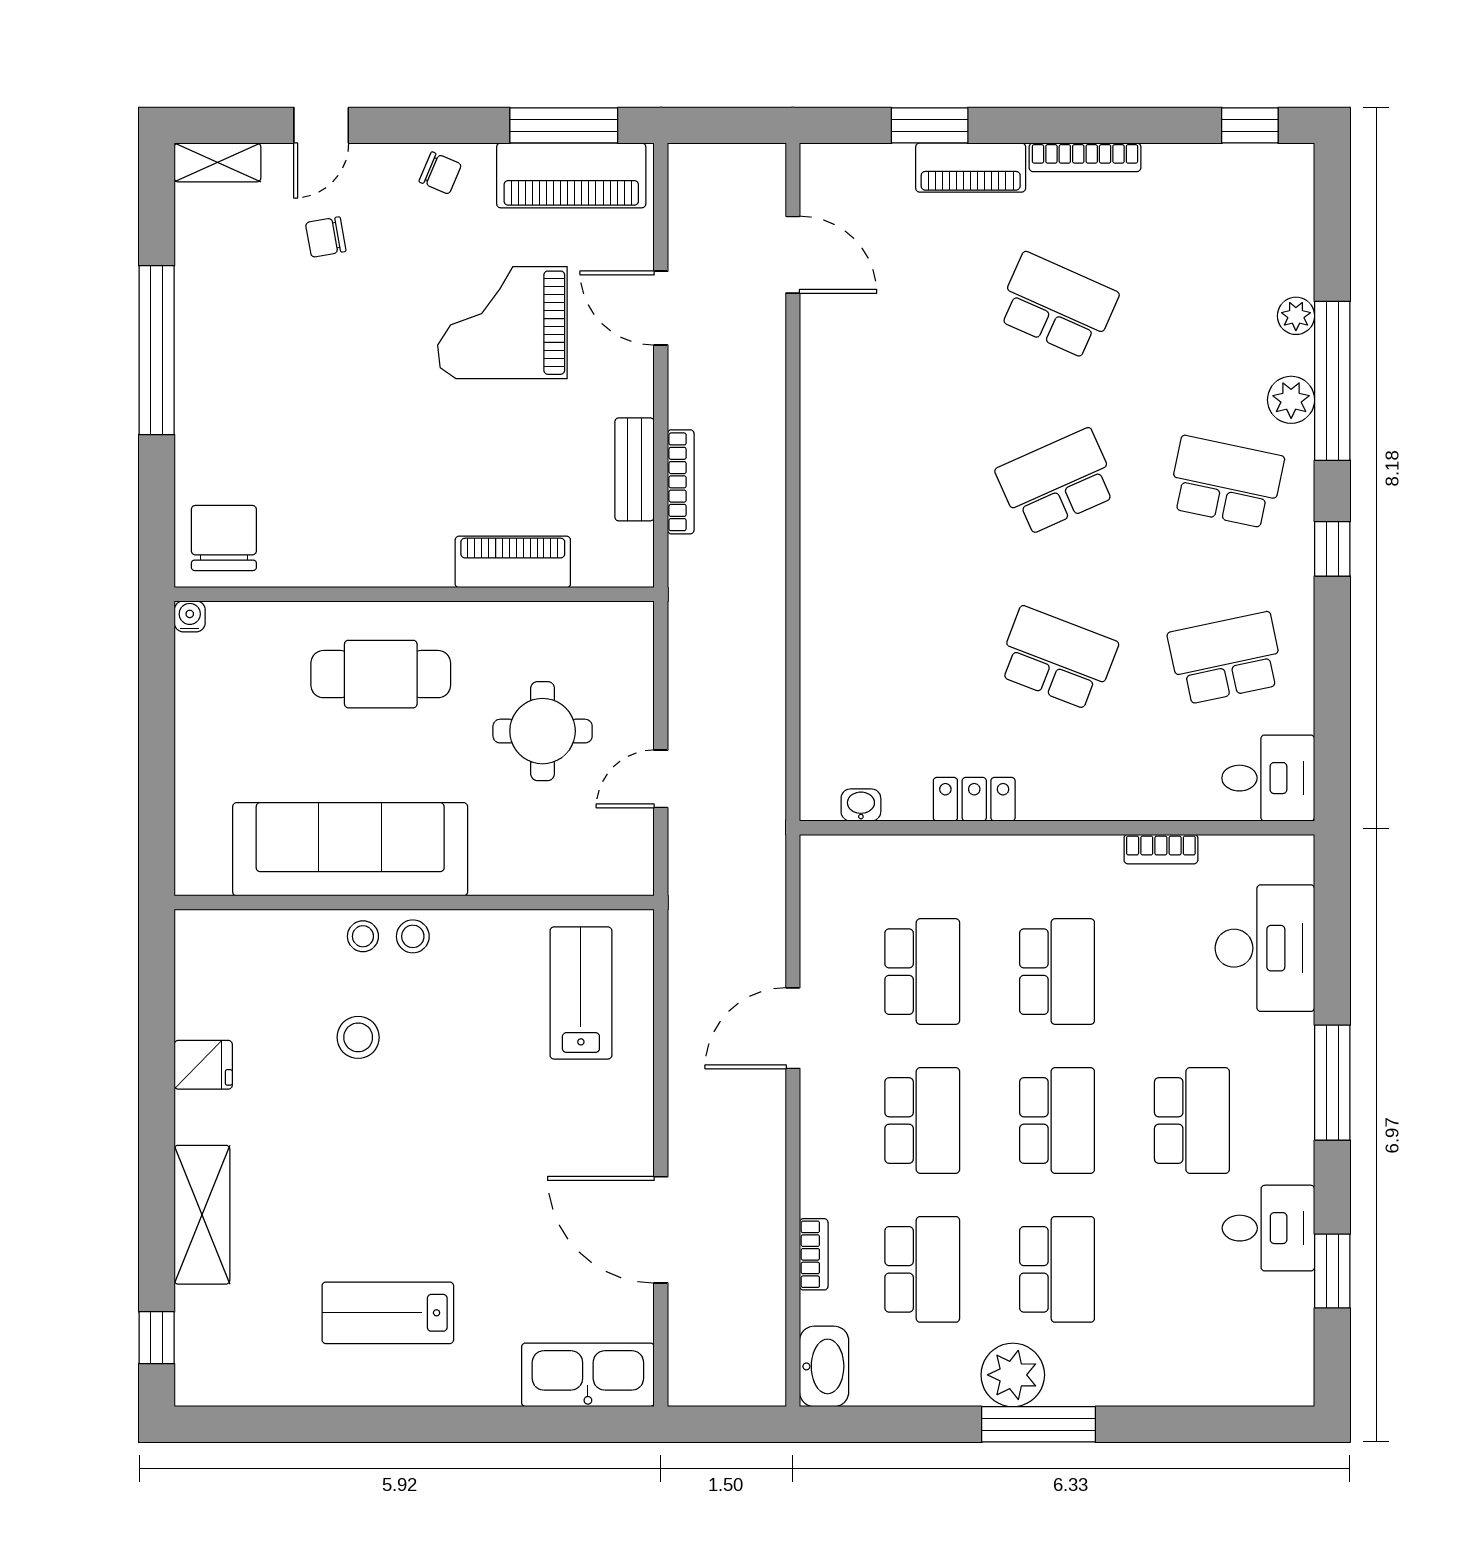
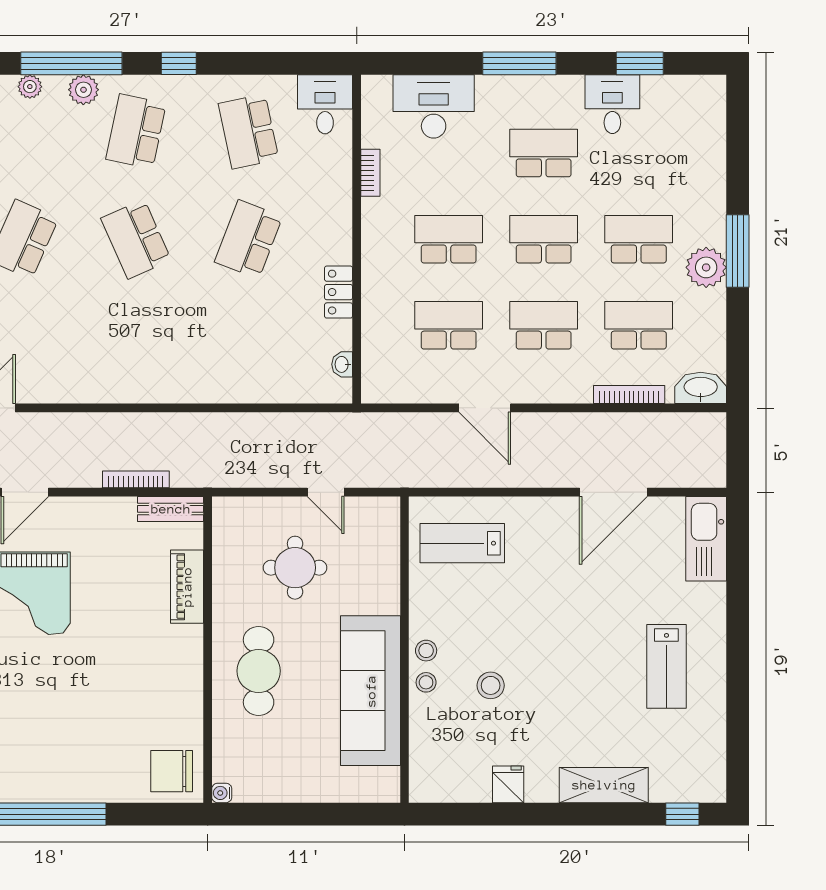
bench: (634, 469) -> (171, 509), moved
bookcase: (814, 1254) -> (629, 395), width x1.56

